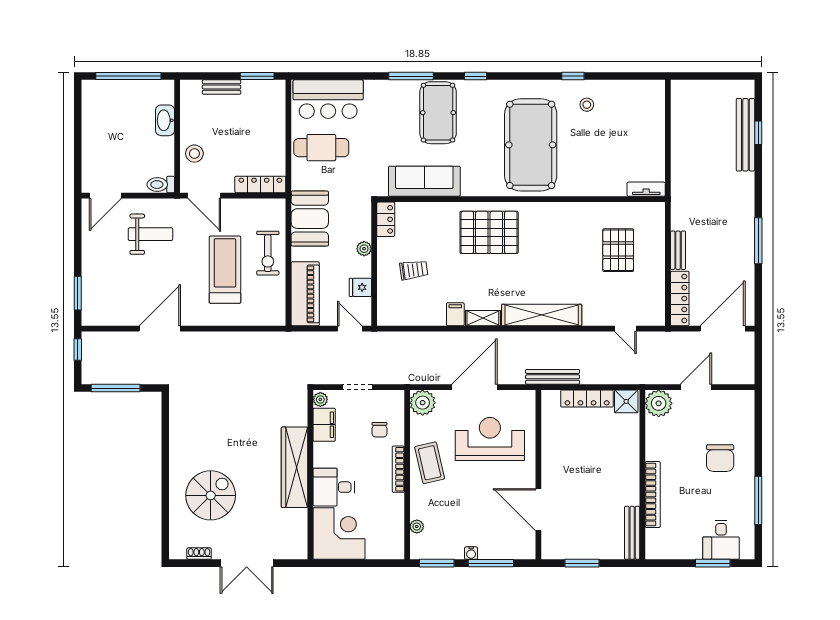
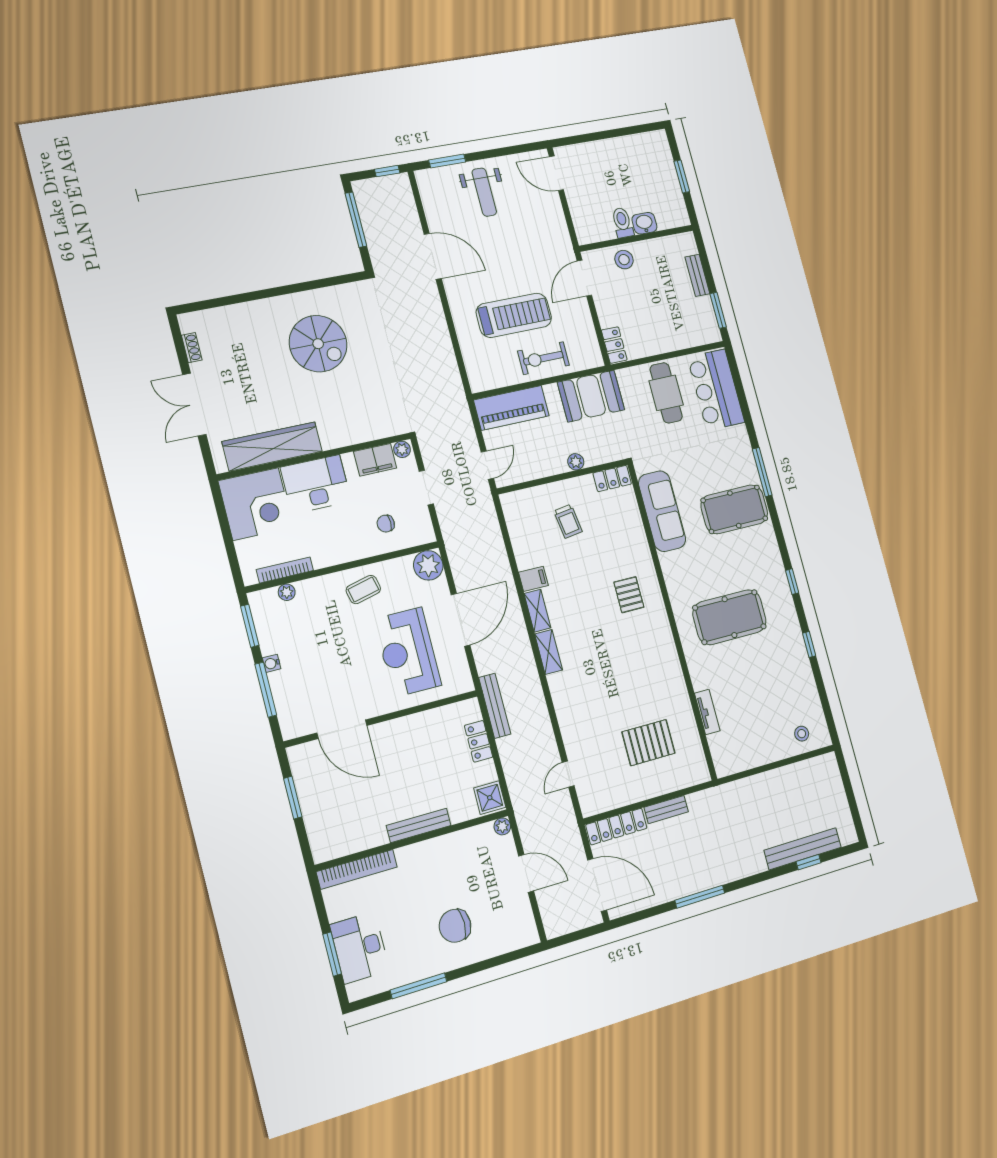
window: (128, 76) -> (682, 176), width x0.47
window: (476, 76) -> (792, 582), moved
stool: (587, 105) -> (802, 734), moved
washbasin: (165, 120) -> (644, 223), width x0.72
pool table: (531, 145) -> (729, 617), width x0.73, depth x0.76
locker: (260, 184) -> (614, 345), width x0.66
toilet: (161, 185) -> (622, 223), moved
tv unit: (646, 189) -> (707, 712), moved
pallet: (489, 232) -> (629, 595), width x0.49, depth x0.50
weight bench: (150, 234) -> (484, 192), moved
fridge: (360, 287) -> (534, 467), removed
shelving: (542, 315) -> (549, 652), width x0.45, depth x0.75
door: (474, 387) -> (461, 620), hinge flipped
locker: (587, 399) -> (479, 741), width x0.66
plant: (659, 403) -> (502, 826), width x0.53, depth x0.53
reception desk: (490, 439) -> (408, 652), turned 180
coffee table: (430, 463) -> (363, 590), width x0.73, depth x0.77
wardrobe: (295, 467) -> (272, 446), moved
bookcase: (398, 469) -> (285, 570), moved
desk: (334, 487) -> (316, 484), width x1.37
spiral stairs: (211, 495) -> (318, 344), moved
bookcase: (653, 495) -> (357, 869), moved
door: (538, 510) -> (342, 729), swing flipped
bench: (632, 533) -> (419, 826), moved
desk: (721, 540) -> (360, 948), width x1.37

